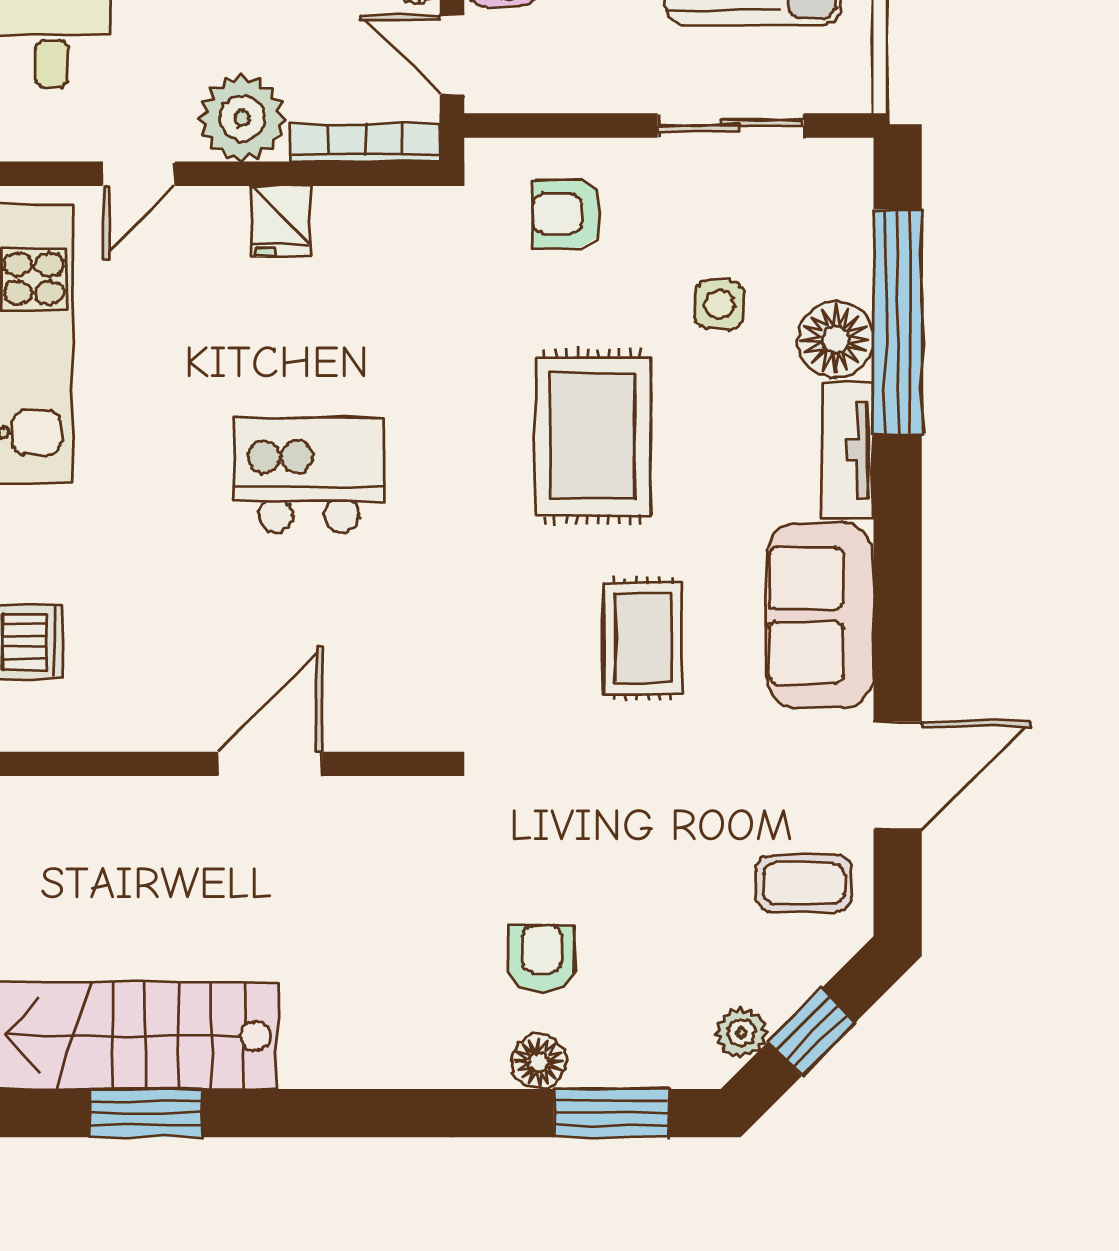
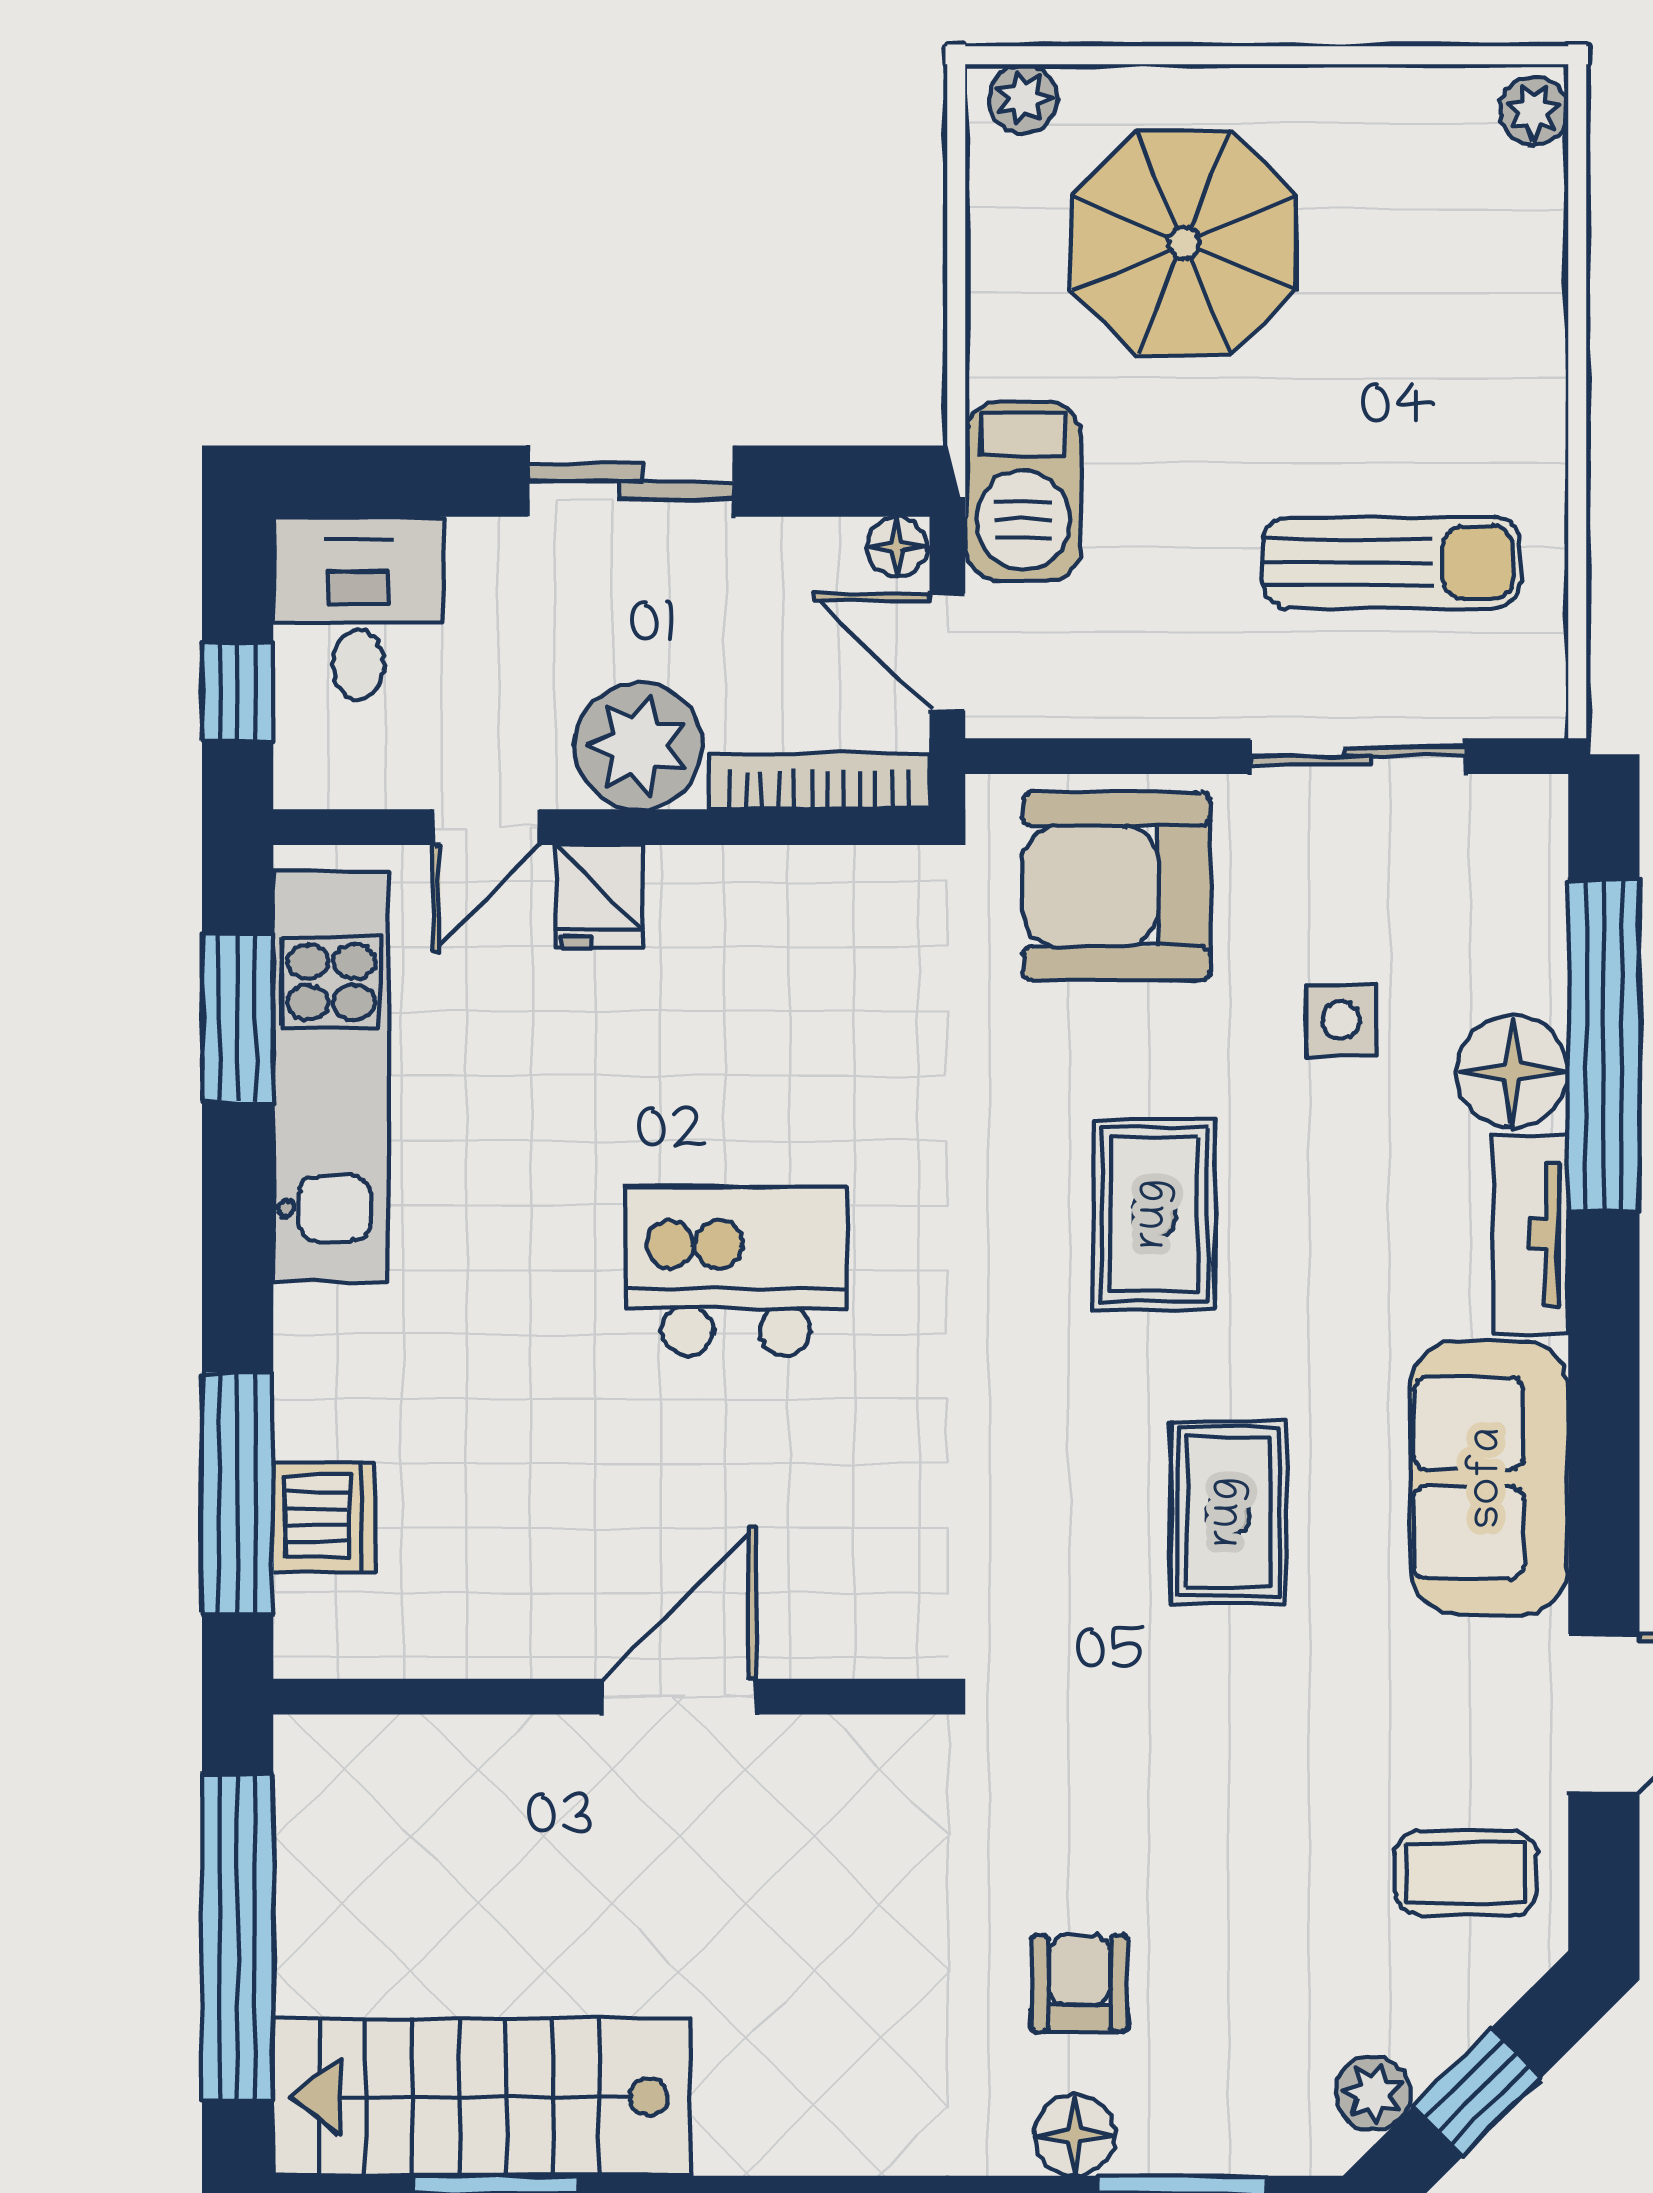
armchair: (567, 214) -> (1117, 886), width x1.88, depth x1.88
fridge: (281, 221) -> (599, 897), moved
rug: (593, 437) -> (1154, 1214), width x0.73, depth x0.70

